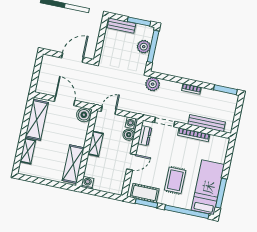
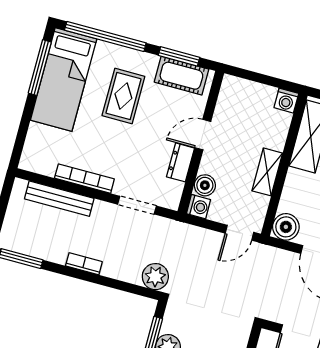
dresser: (145, 136) -> (180, 162), moved

